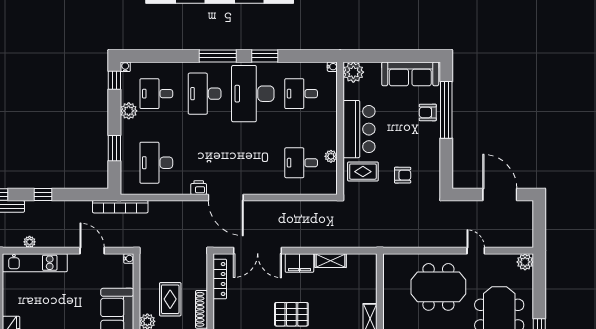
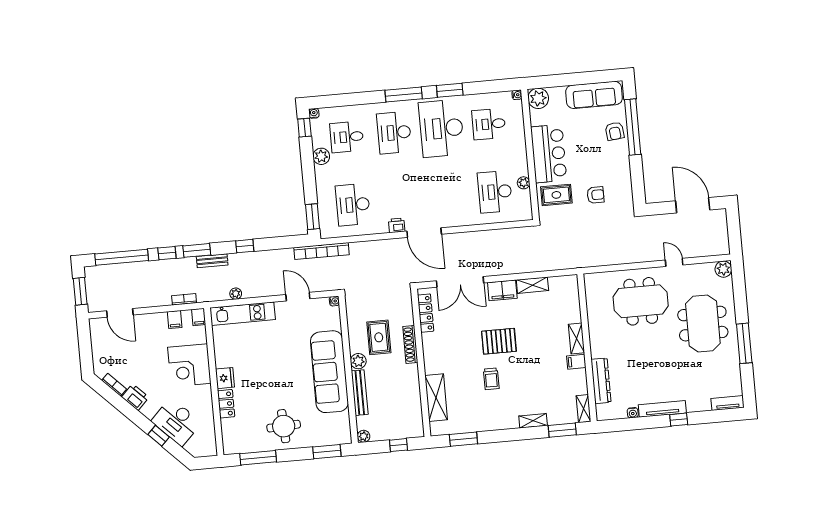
armchair: (428, 112) -> (615, 131), turned -96
window: (114, 148) -> (313, 217), moved
desk: (301, 163) -> (495, 192), width x1.37

